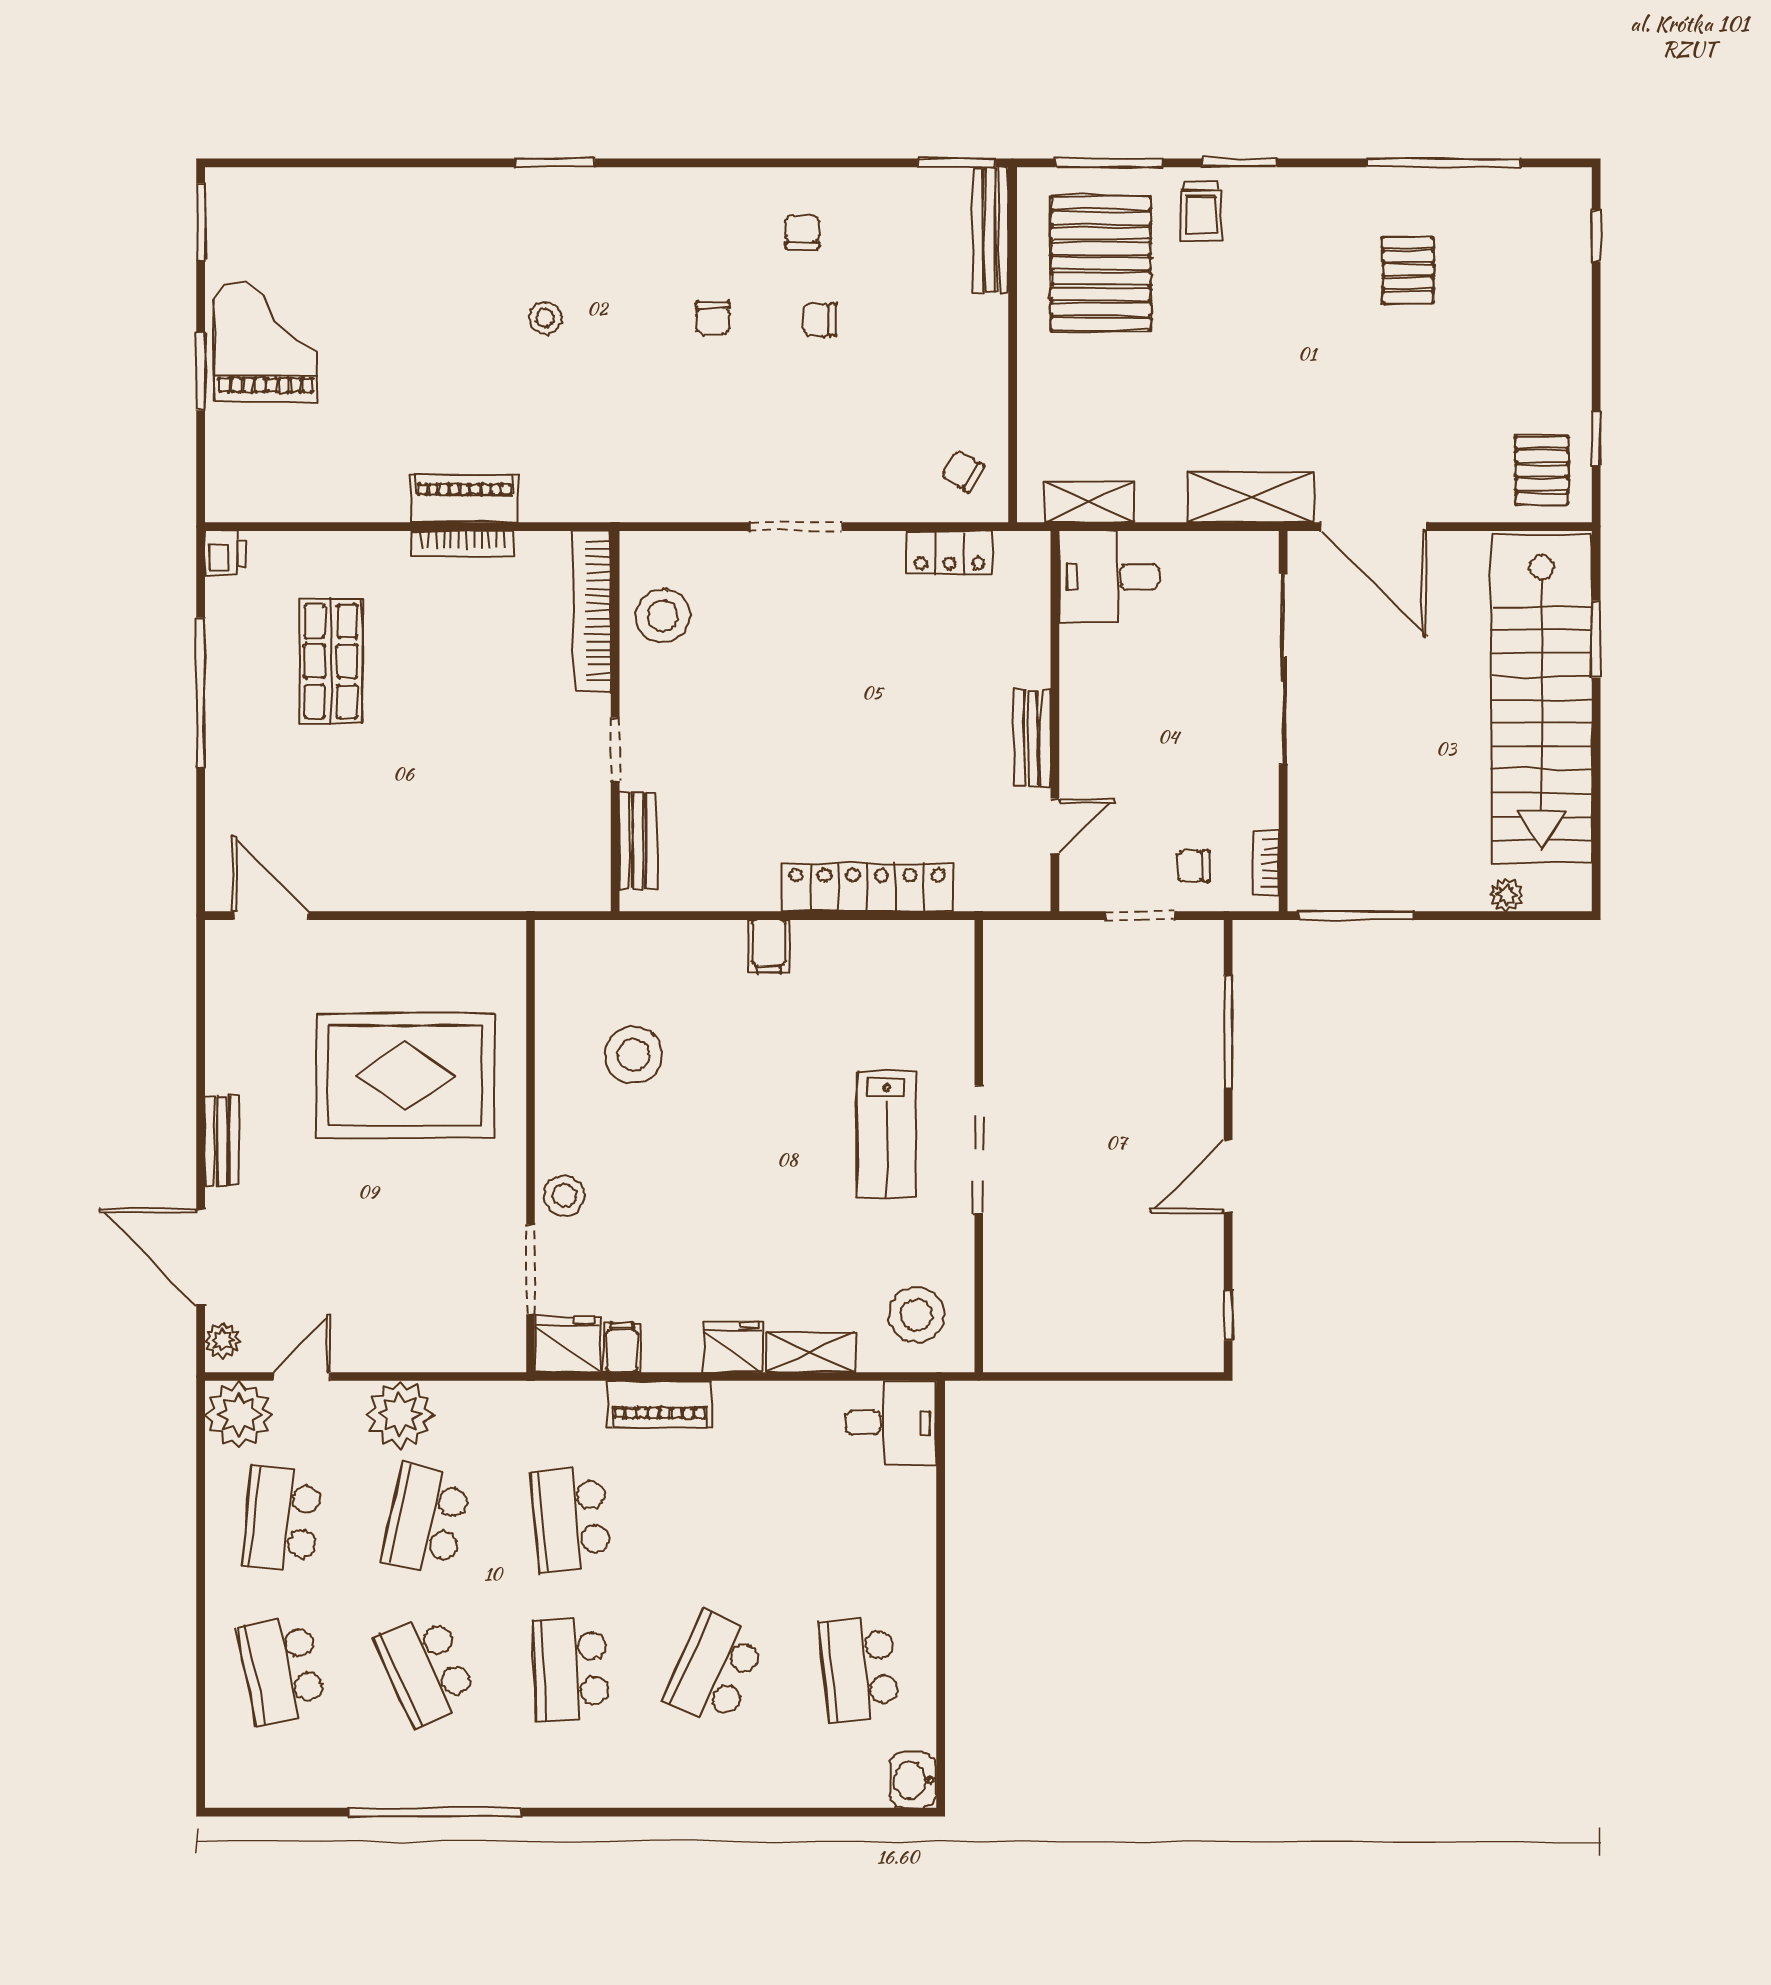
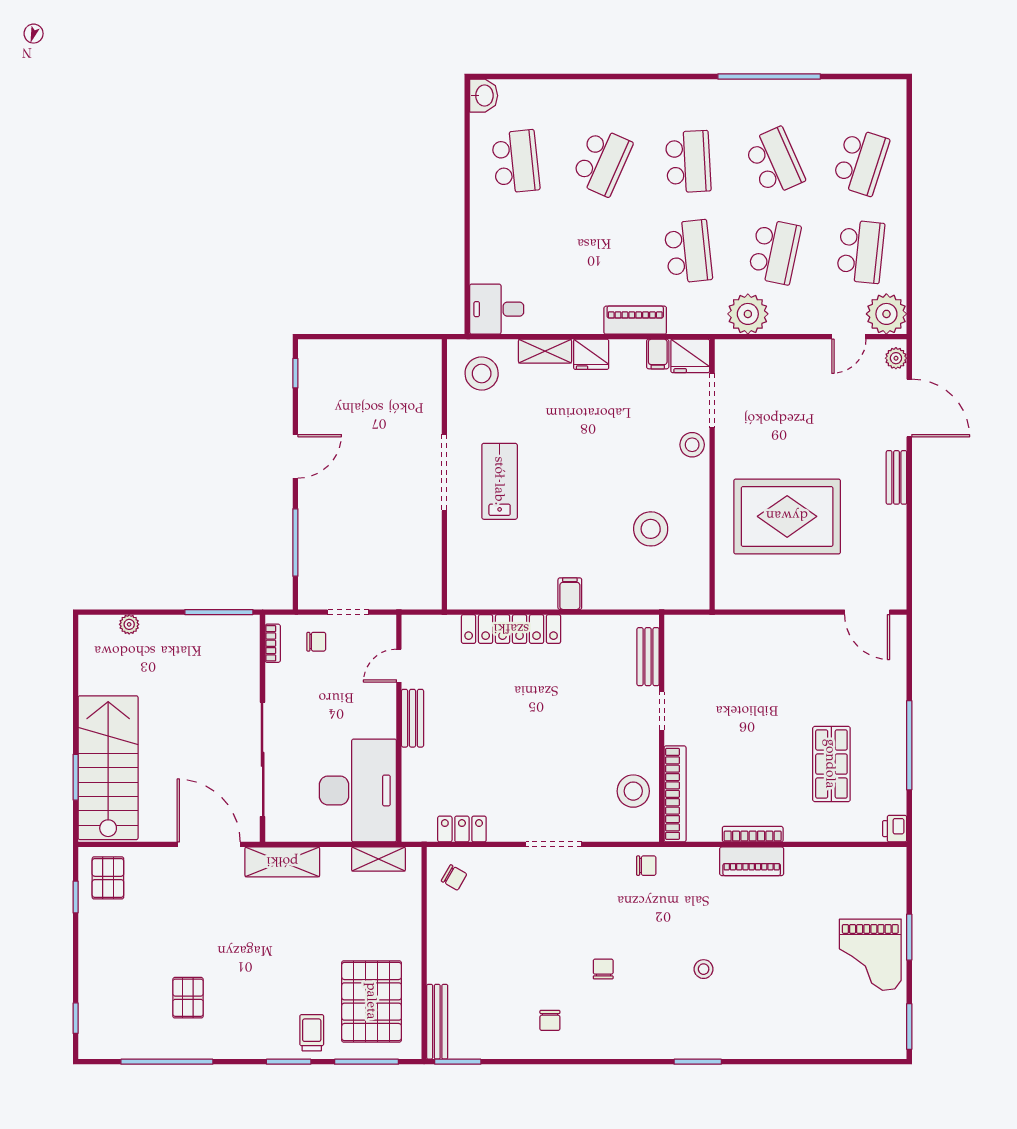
chair: (820, 320) -> (646, 866), moved
desk: (1109, 577) -> (358, 790), width x1.87, depth x1.30
stairs: (1542, 699) -> (108, 768), width x0.73
plant: (400, 1415) -> (748, 314), moved
school desk: (282, 1669) -> (861, 162), turned 30

